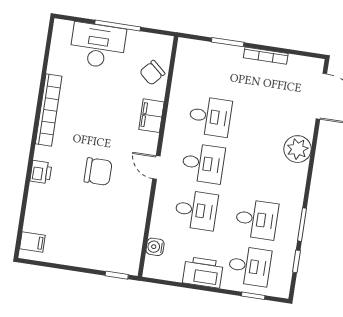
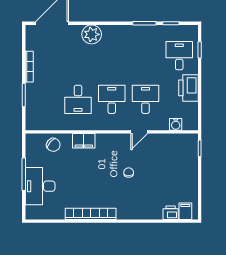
desk: (210, 116) -> (78, 99), turned 180
door: (156, 167) -> (139, 132), moved
chair: (98, 171) -> (129, 173), width x0.54, depth x0.54
printer: (41, 172) -> (171, 213), moved
desk: (257, 219) -> (145, 56), removed

